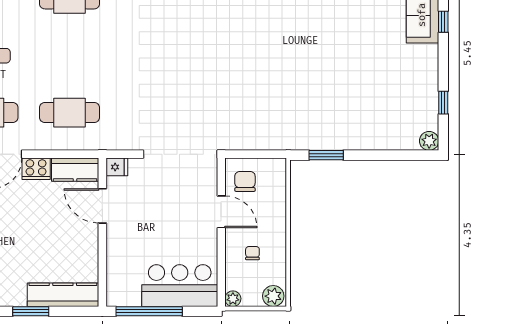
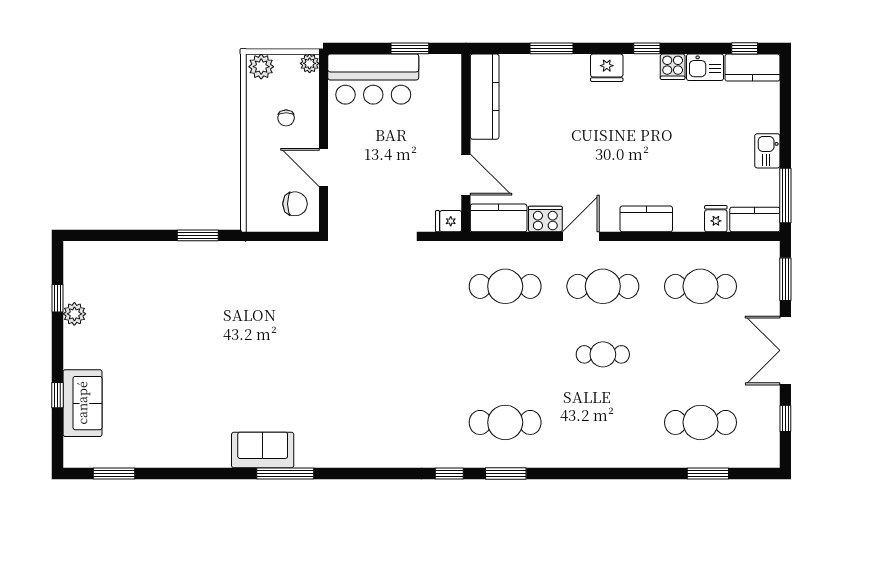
plant: (429, 141) -> (74, 314), moved
chair: (245, 181) -> (295, 204), turned -90
kitchen counter: (63, 295) -> (485, 97), moved, turned -90
window: (149, 311) -> (410, 48), width x0.47

